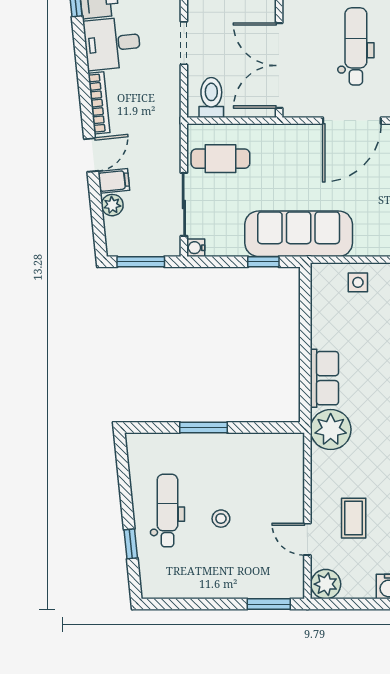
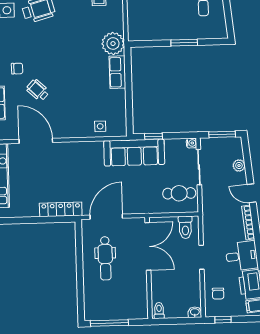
door: (91, 155) -> (252, 193), hinge flipped
filing cabinet: (114, 181) -> (239, 179), removed

